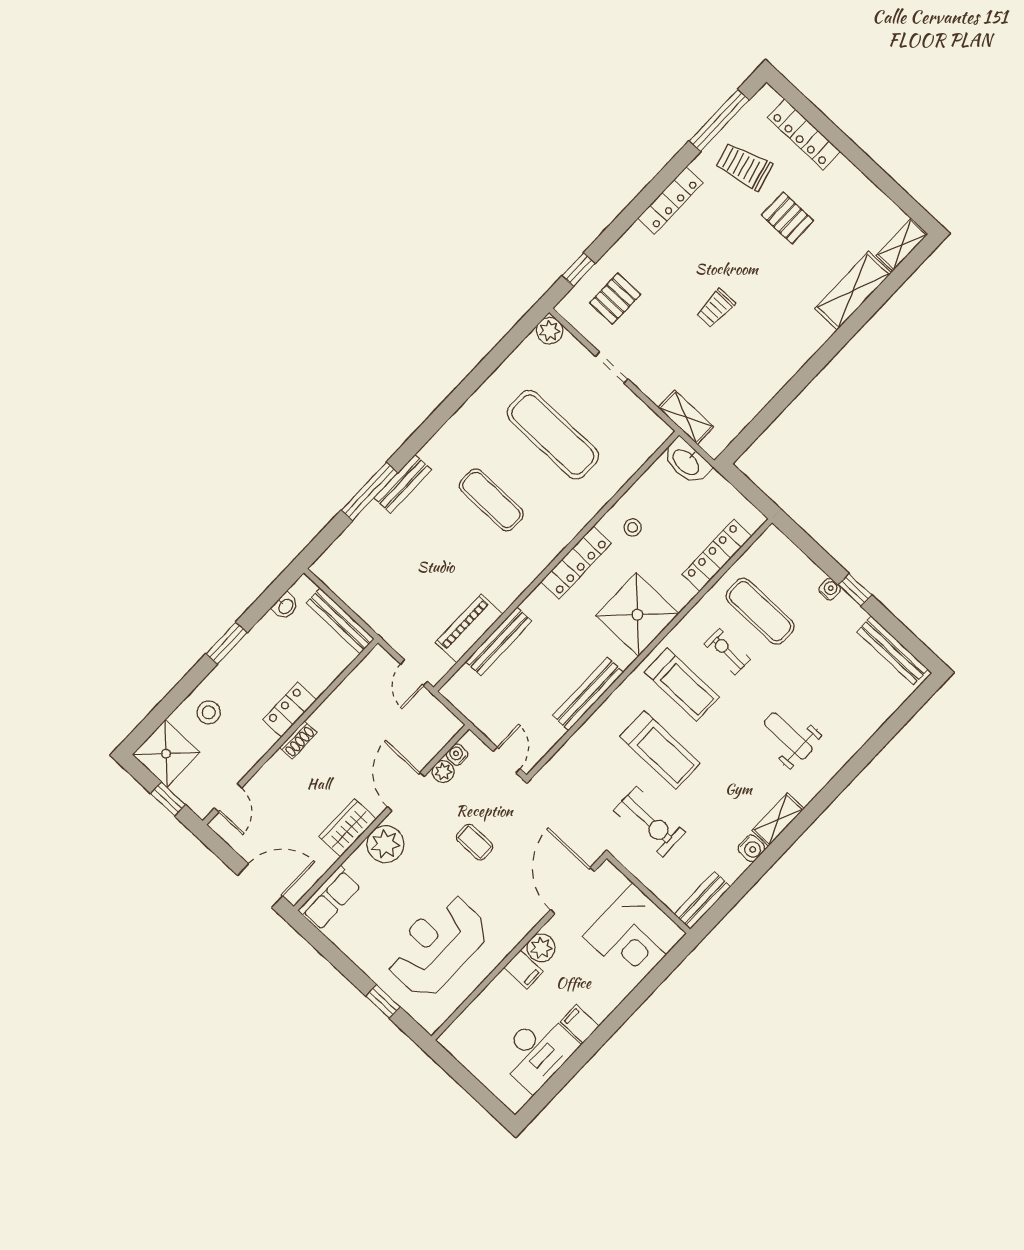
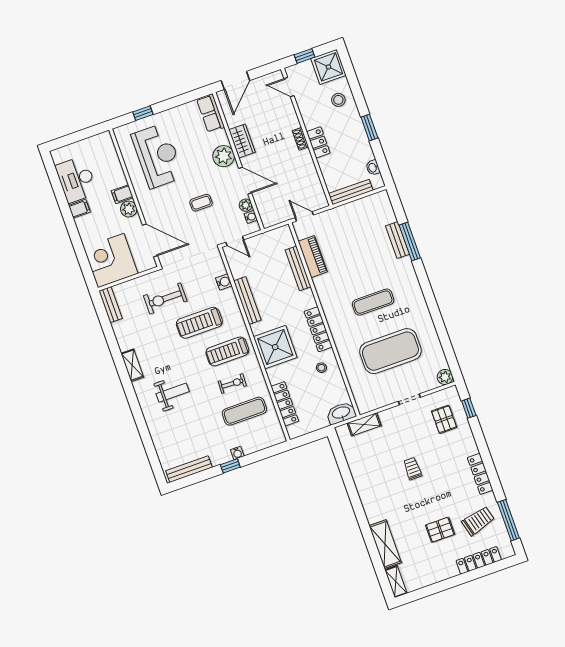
exercise mat: (553, 435) -> (390, 351), width x1.47
bench: (403, 484) -> (398, 240), moved
water cooler: (751, 848) -> (224, 282), moved, turned 180

